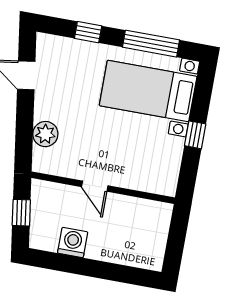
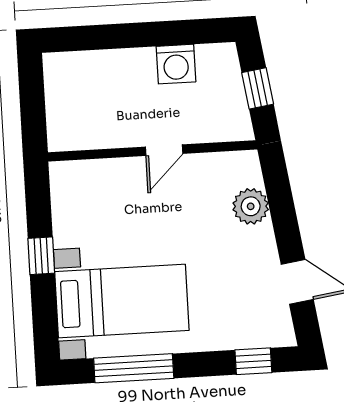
window: (88, 32) -> (253, 361), moved
door: (95, 186) -> (164, 150), swing flipped

